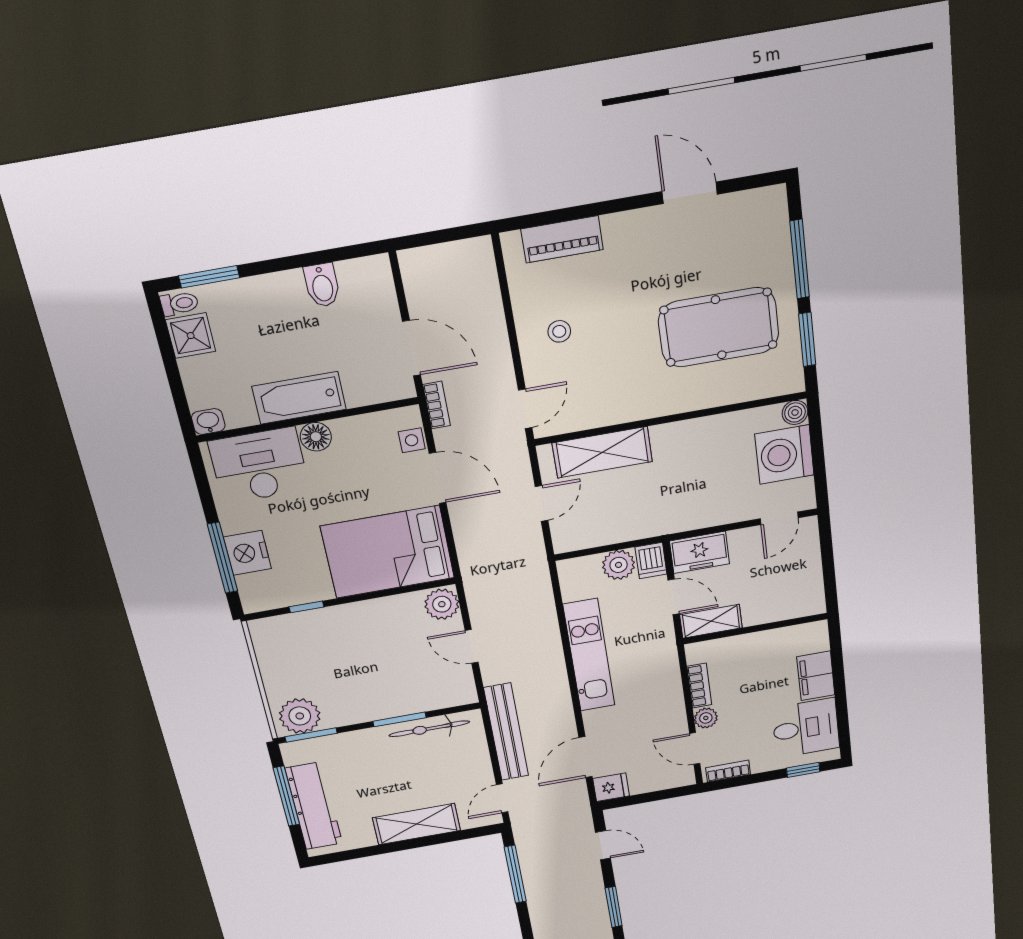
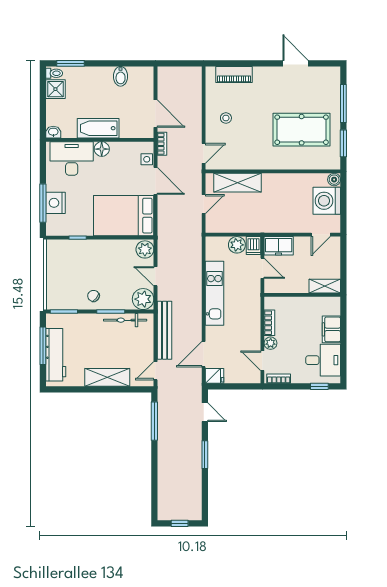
shelving: (711, 621) -> (325, 286), moved
chair: (361, 700) -> (94, 296), added
plant: (300, 716) -> (143, 299), moved

